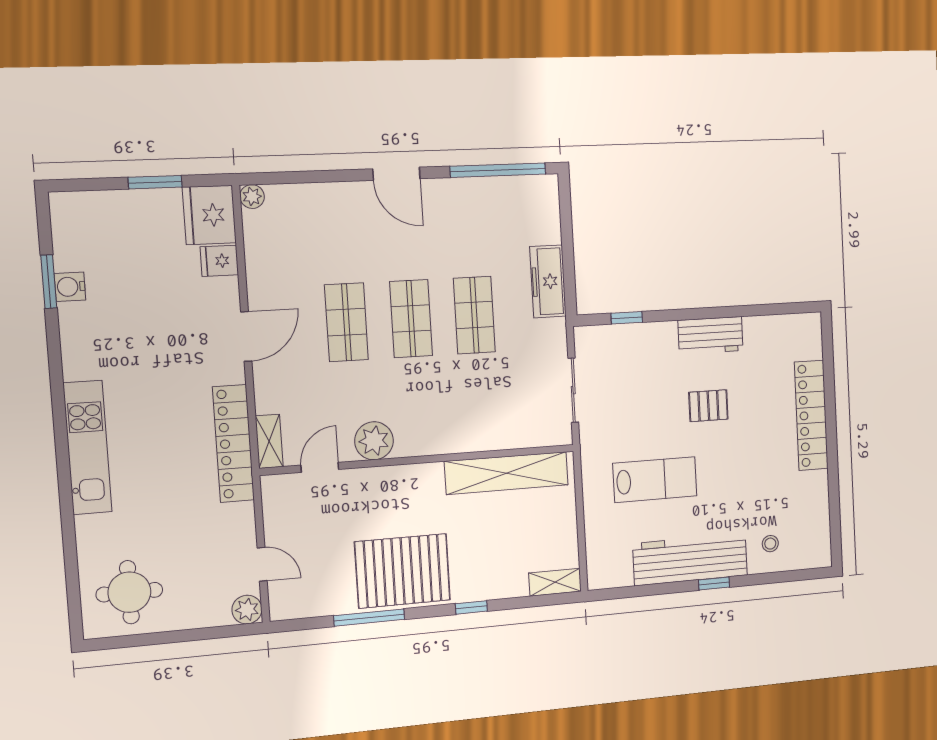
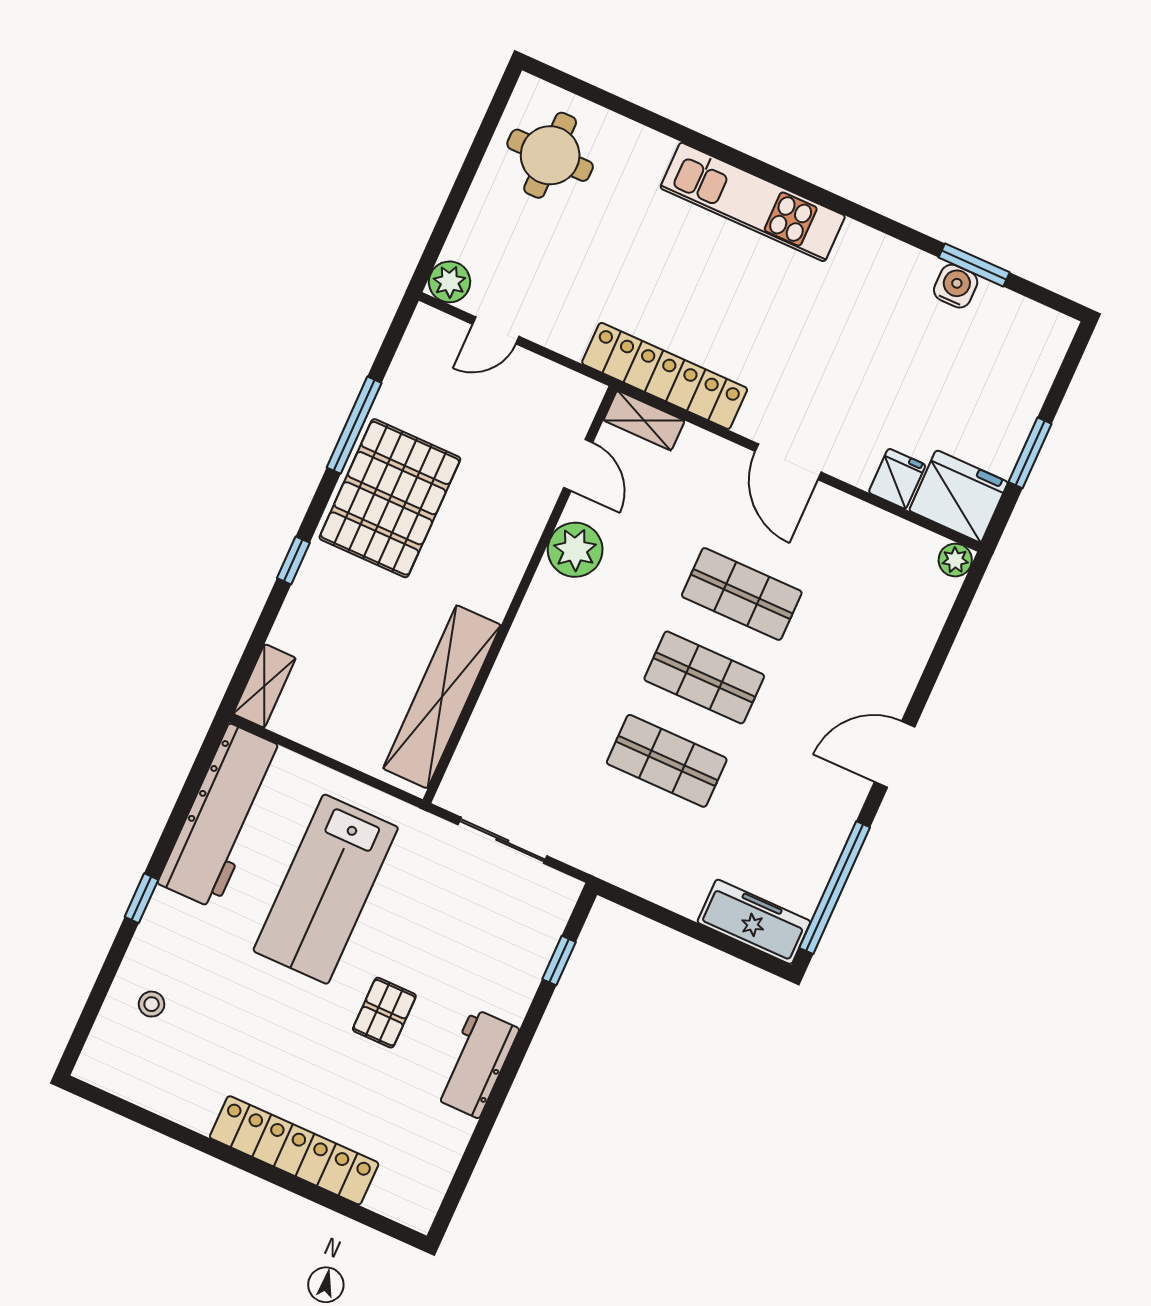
freezer: (548, 281) -> (754, 922), moved
lab bench: (655, 480) -> (326, 889), width x1.36, depth x1.39
workbench: (690, 559) -> (222, 816), moved

